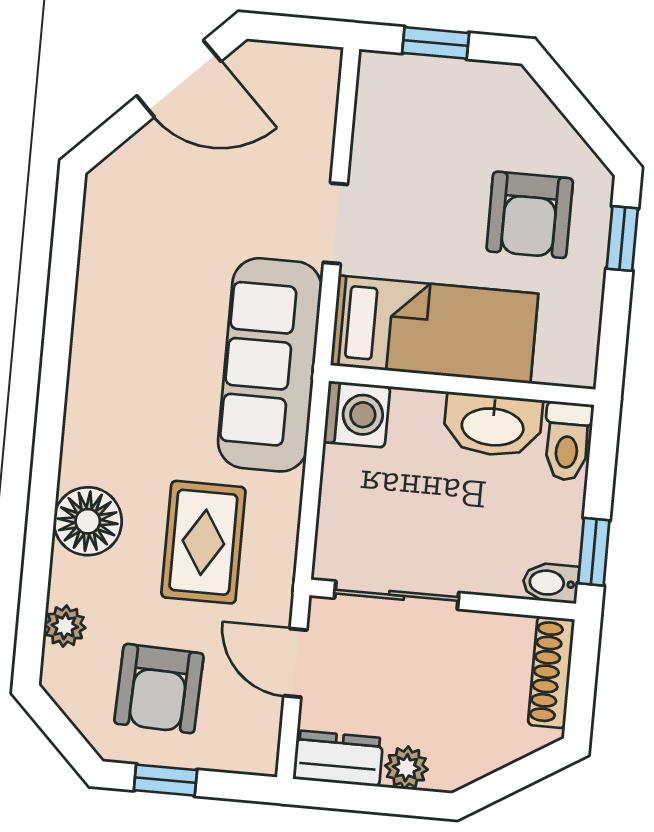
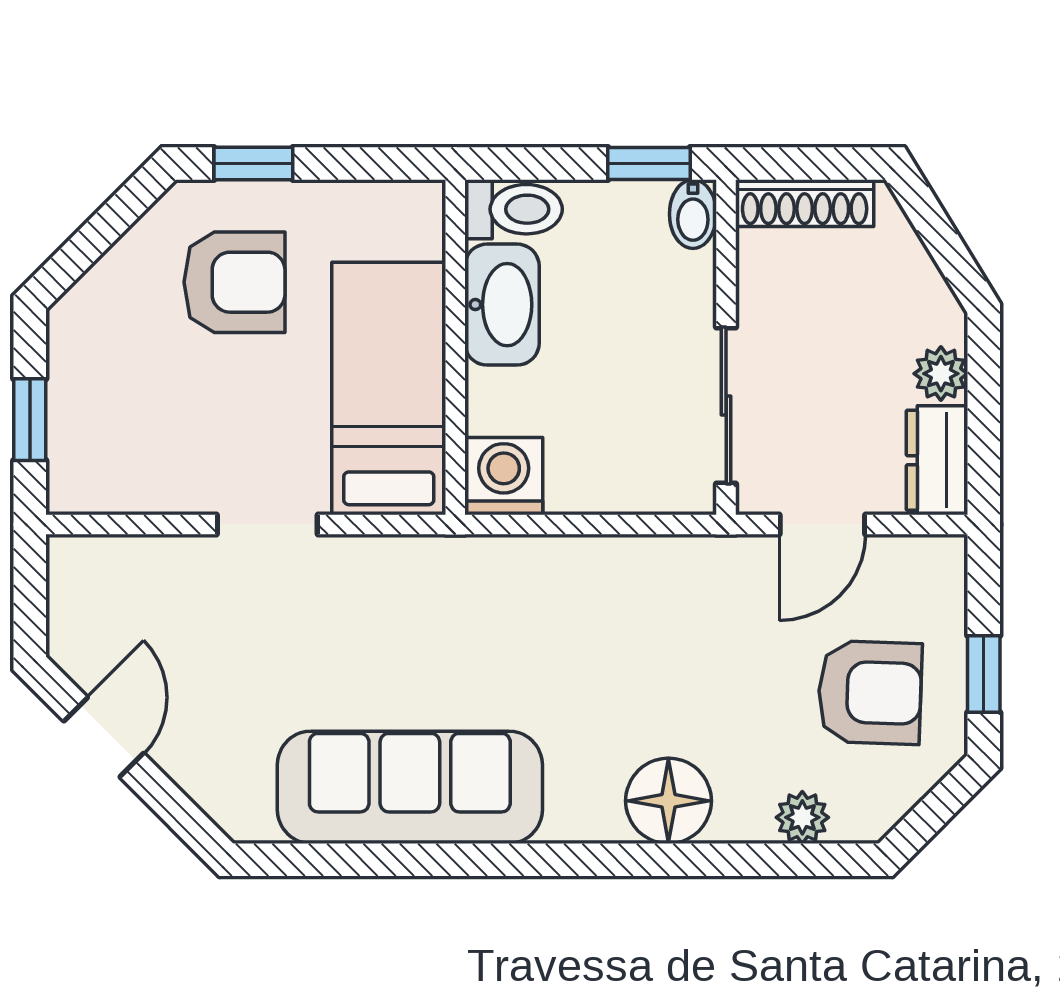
door: (179, 79) -> (104, 737), width x0.73
sofa: (270, 365) -> (410, 787), moved, turned 180
rug: (203, 542) -> (682, 653), removed

